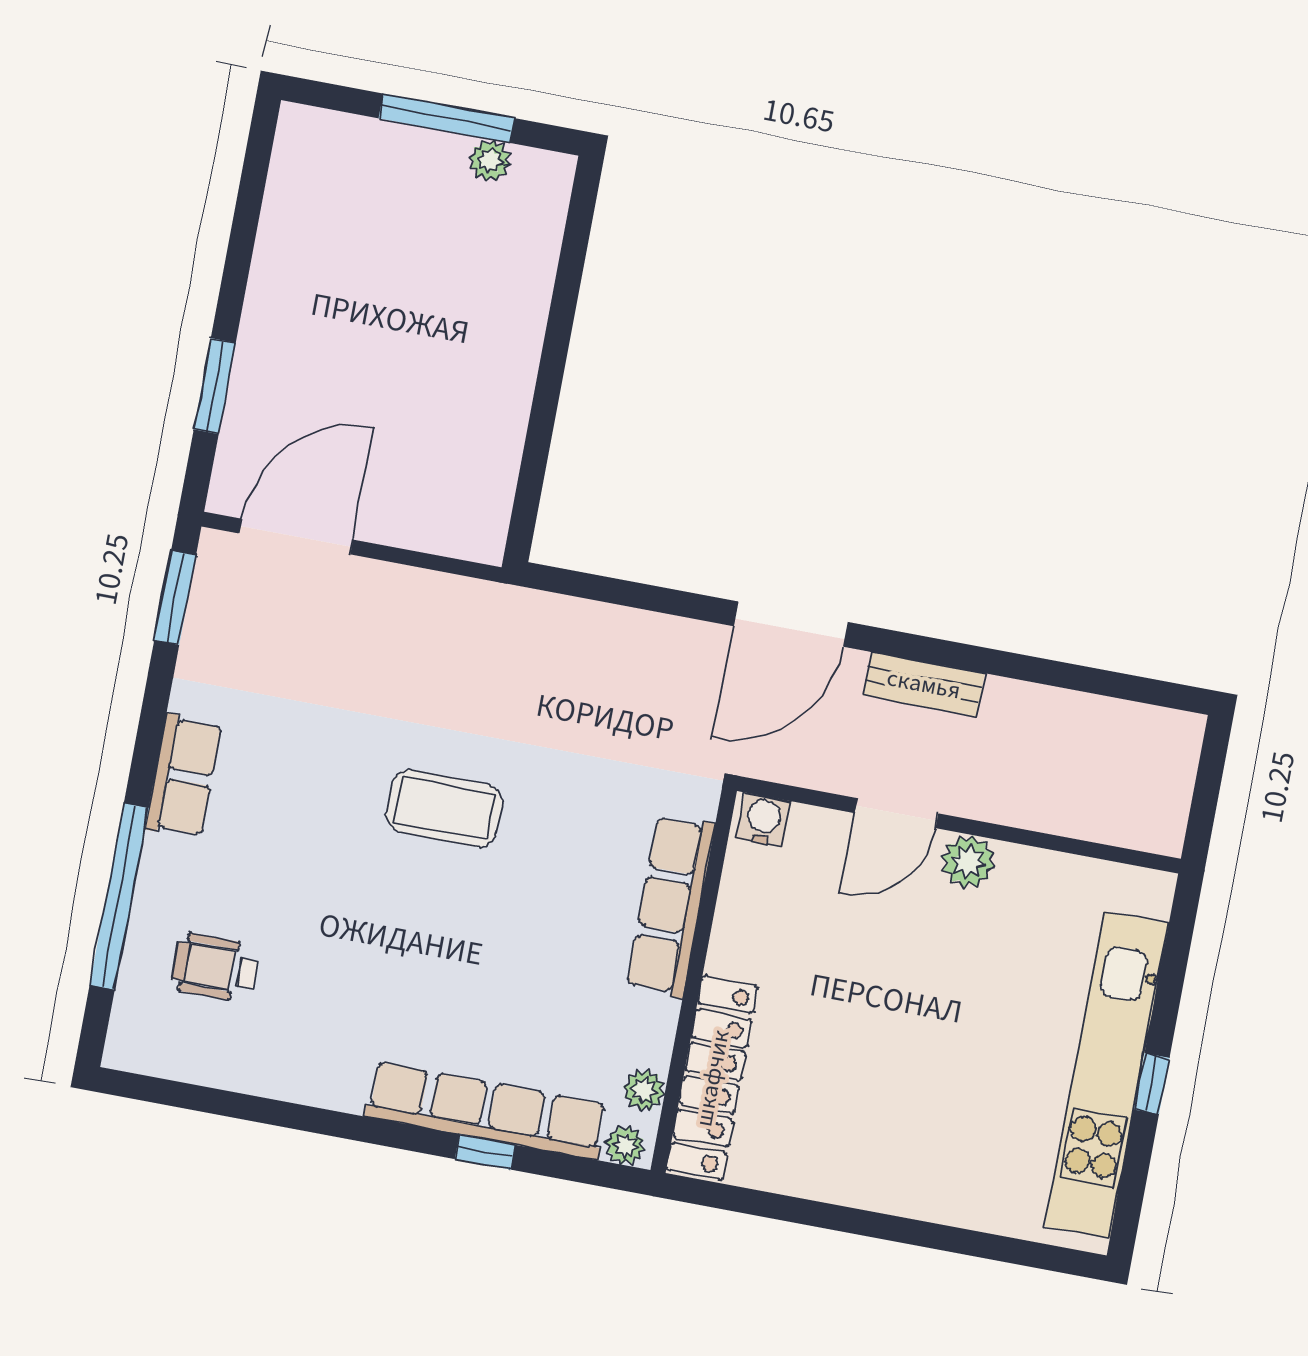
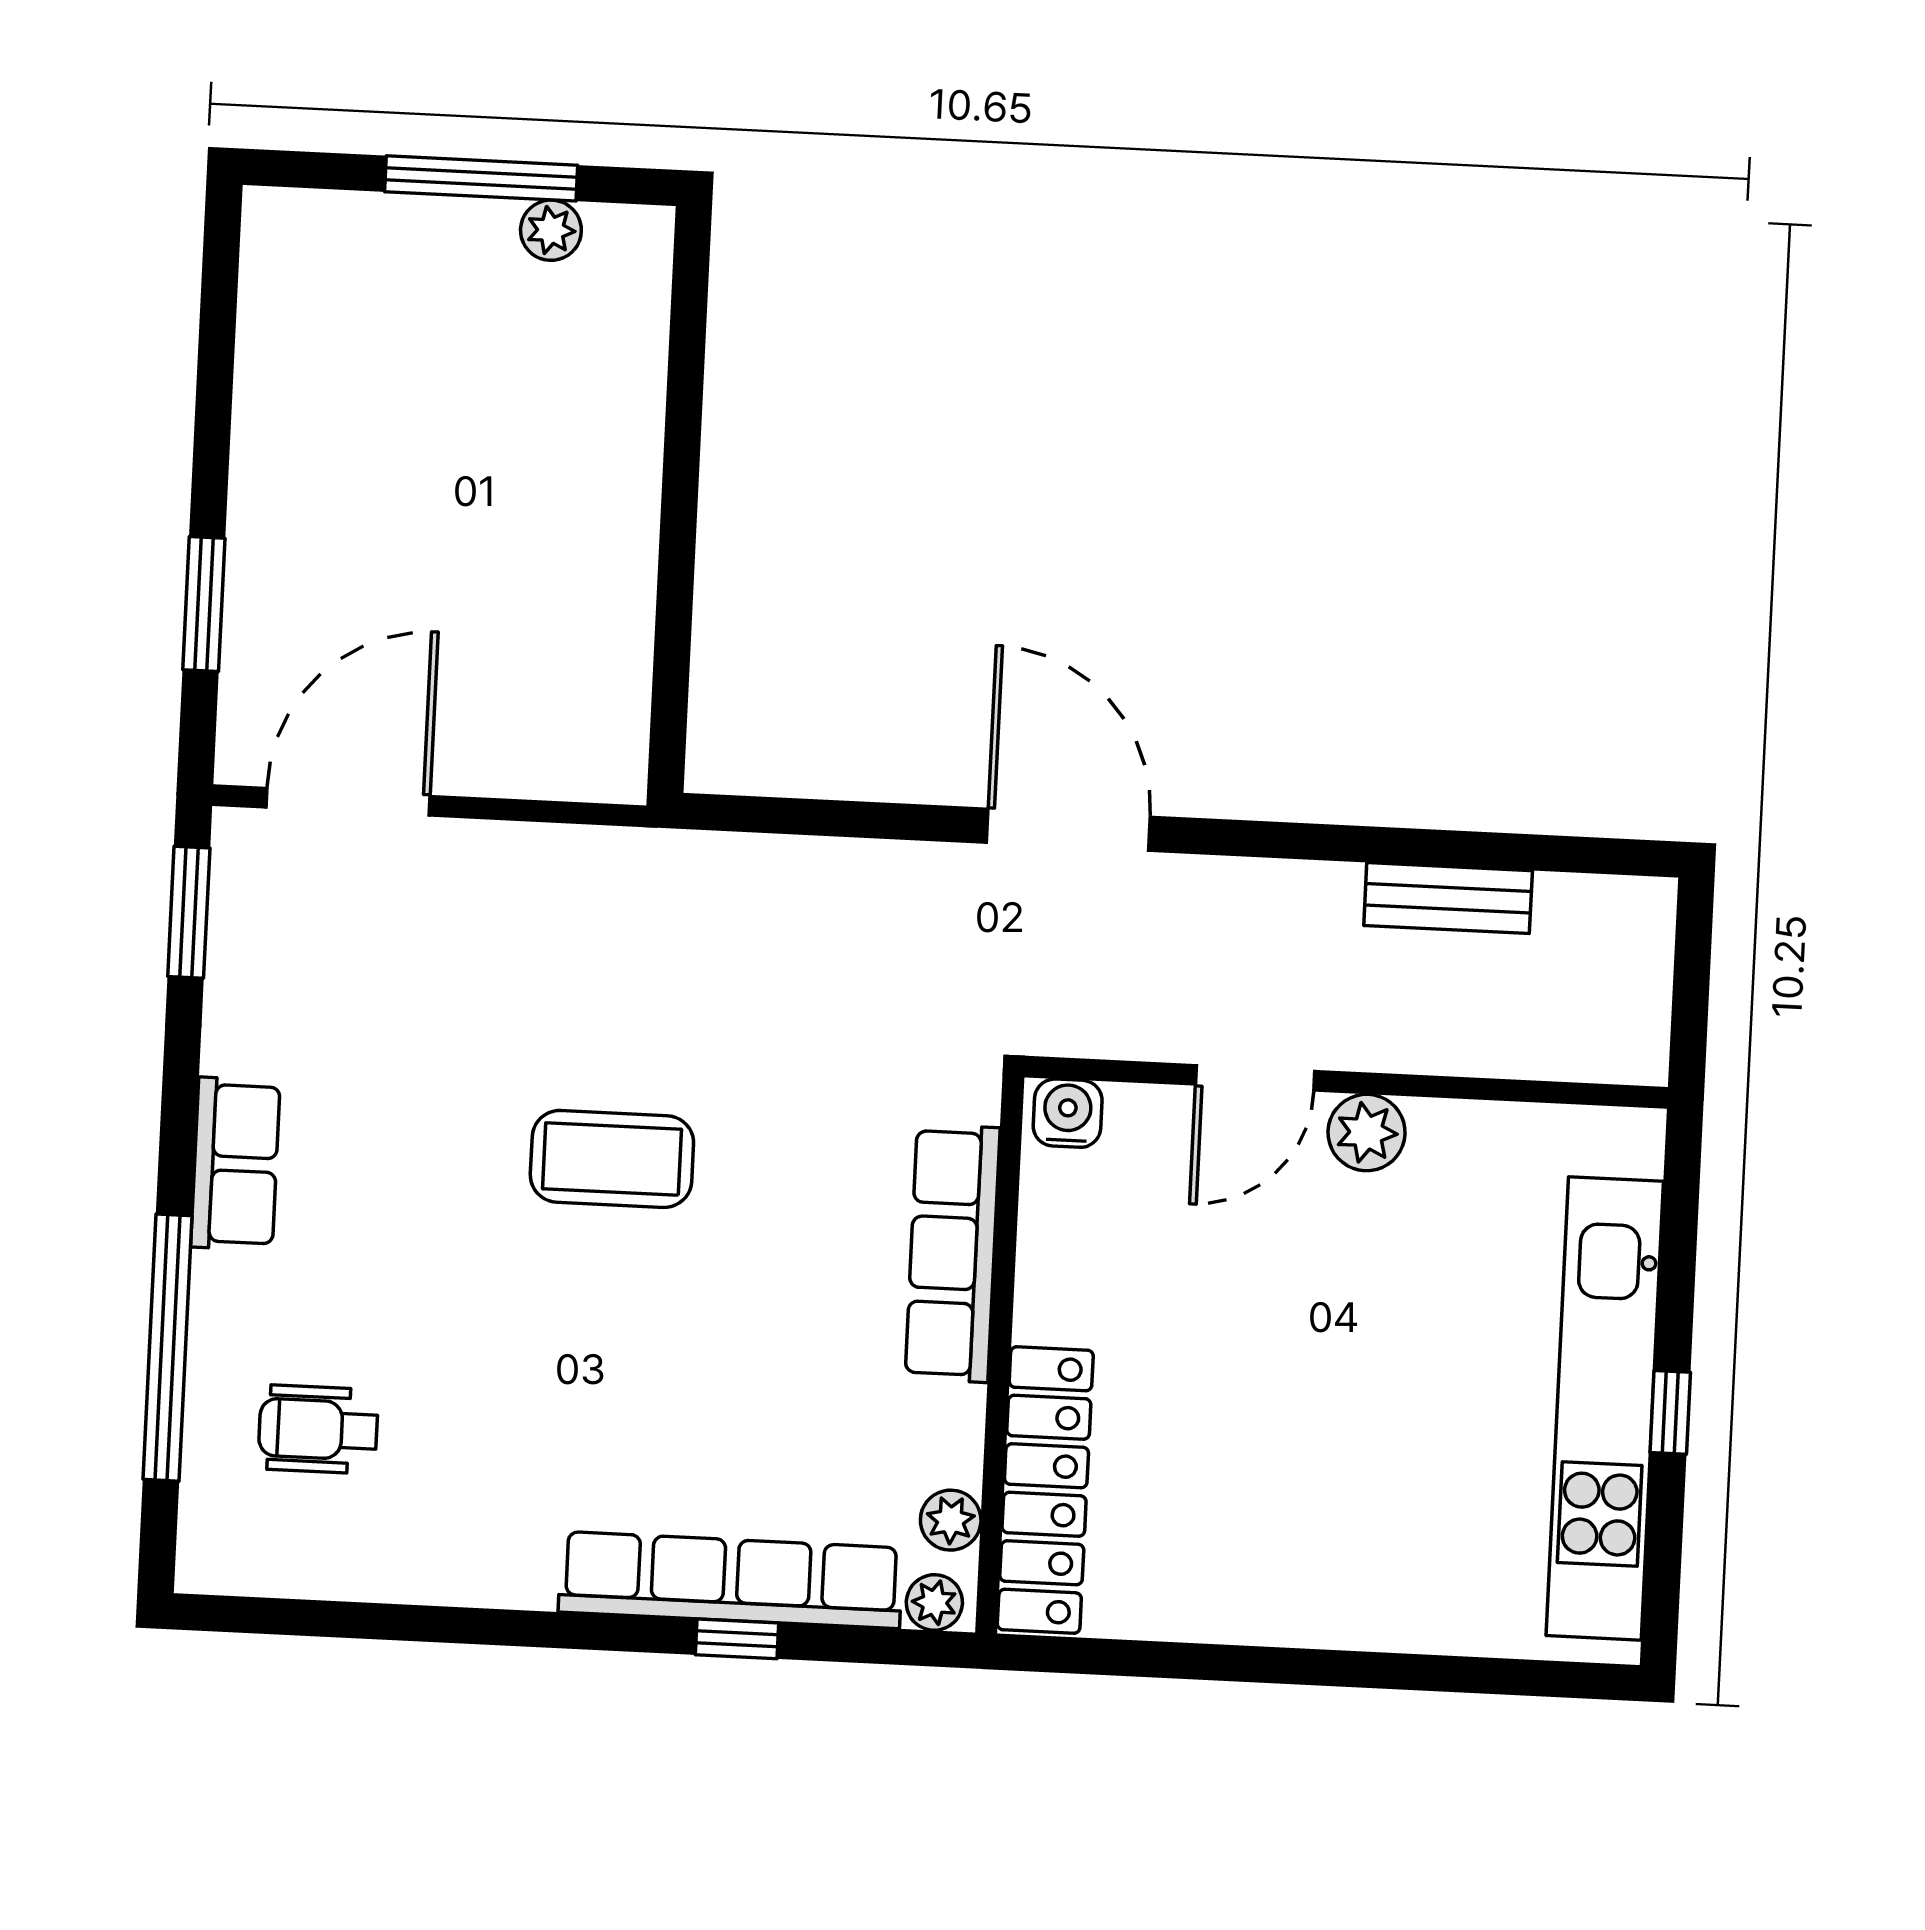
door: (791, 624) -> (1068, 830), swing flipped
bench: (924, 684) -> (1448, 898), moved

